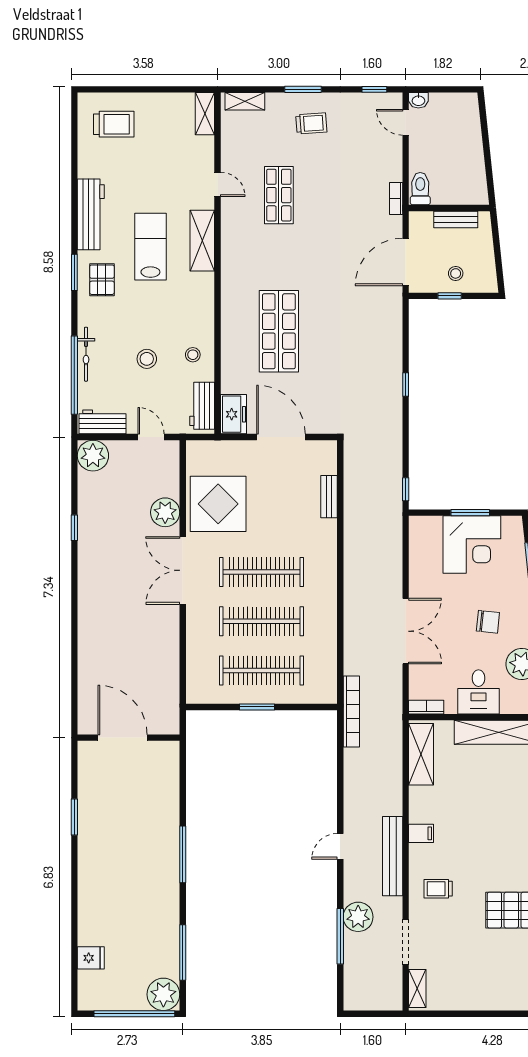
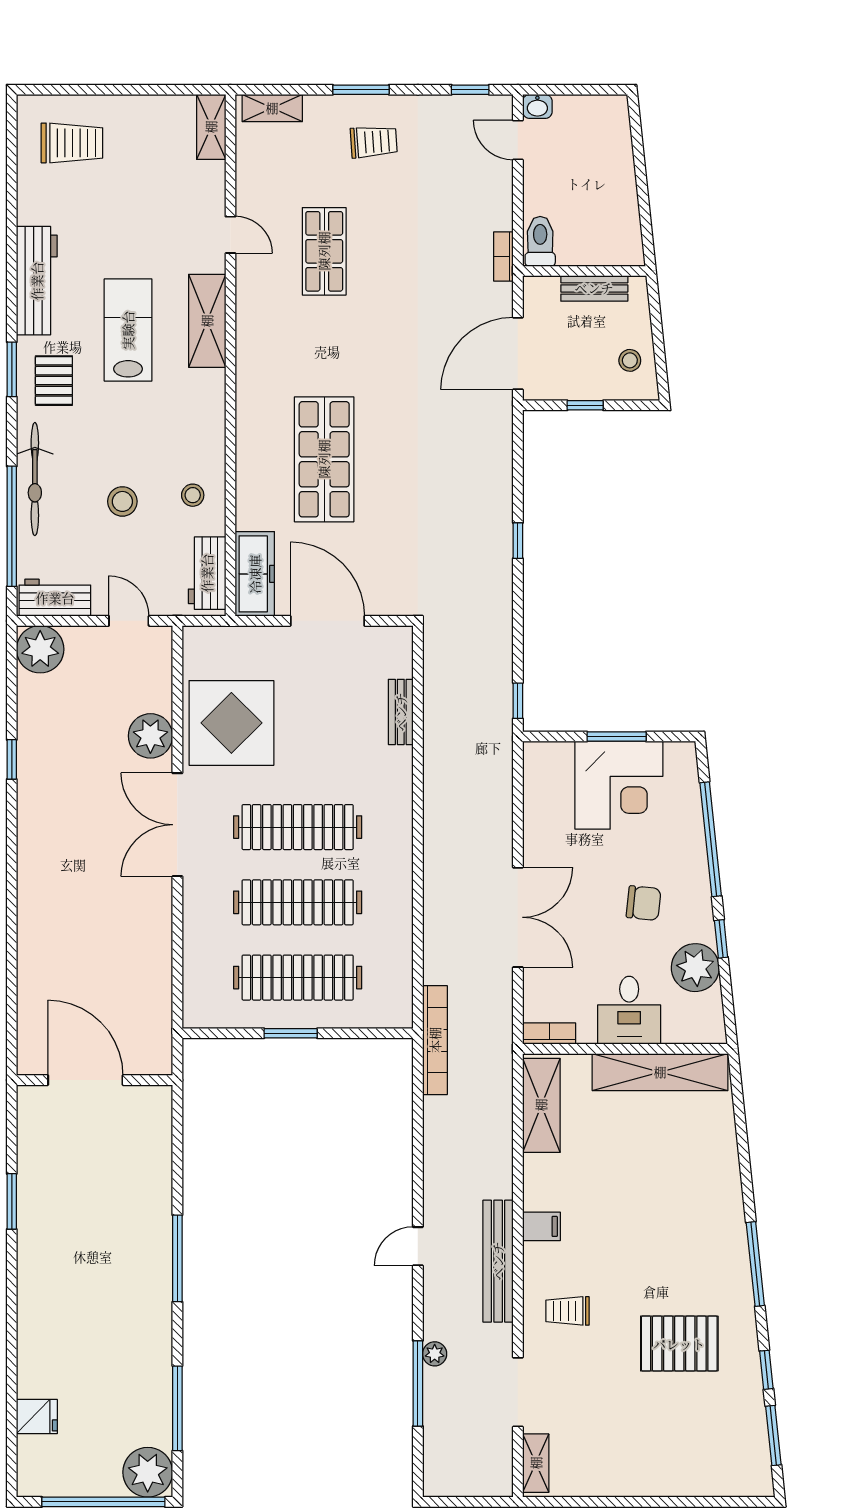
stool: (456, 273) -> (630, 360), moved
bicycle: (86, 354) -> (35, 479), width x1.37, depth x1.40
freezer: (233, 414) -> (255, 574), width x1.40
plant: (358, 917) -> (435, 1354), width x0.53, depth x0.53

